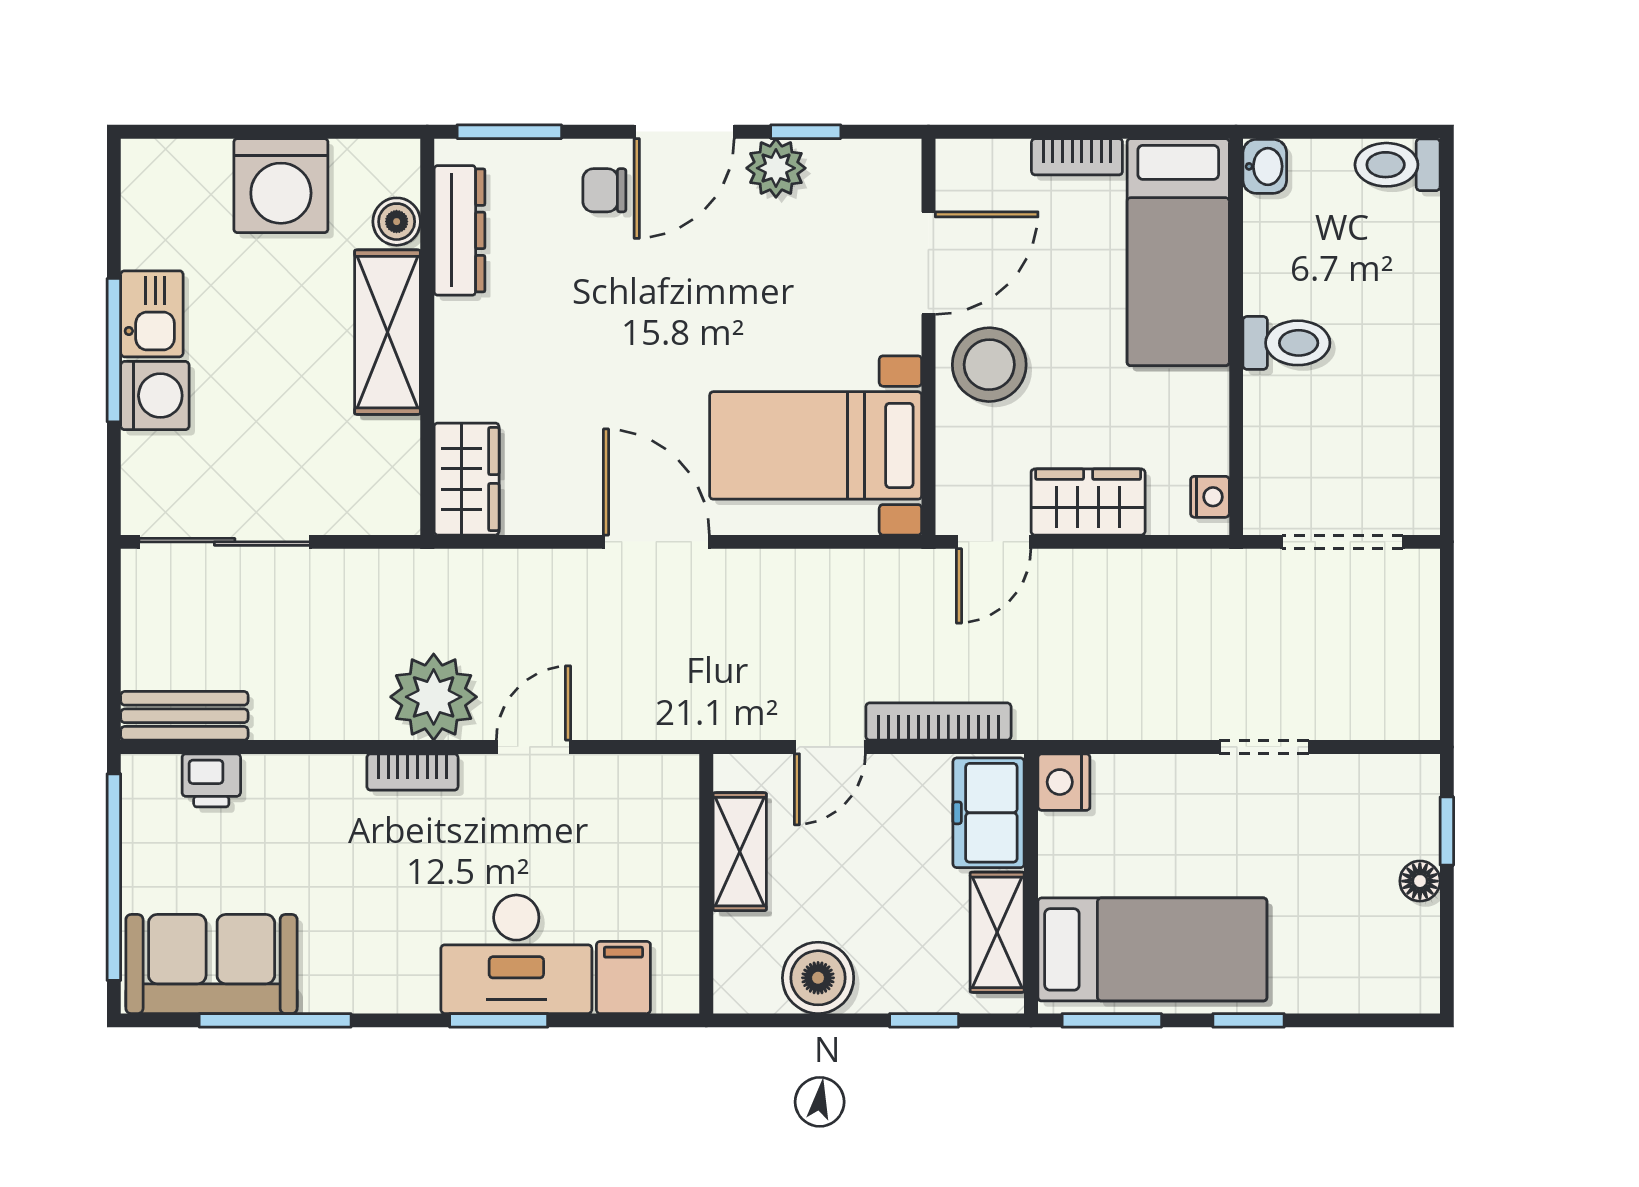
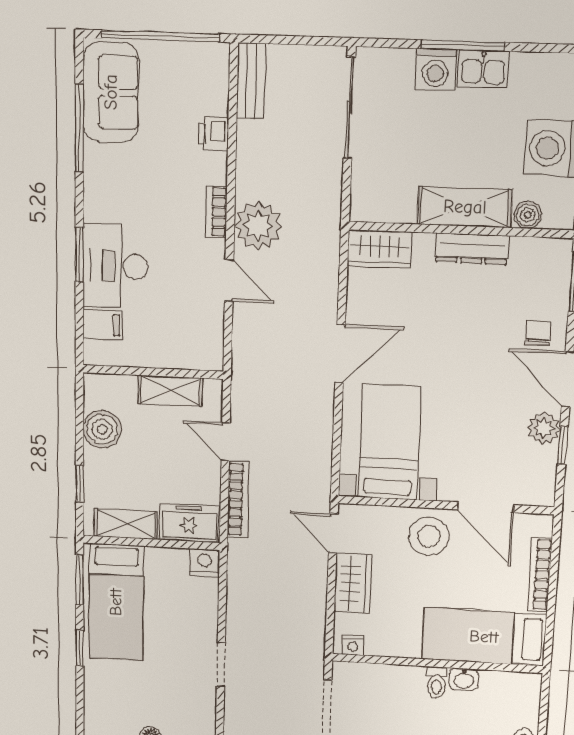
bookcase: (1077, 157) -> (540, 575), width x1.56
washbasin: (1265, 166) -> (464, 679), moved
dresser: (459, 230) -> (472, 249), moved
toilet: (1286, 343) -> (437, 683), width x0.73, depth x0.72
printer: (211, 780) -> (213, 134), moved

